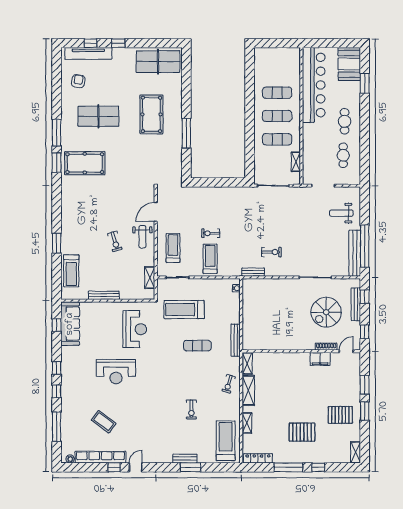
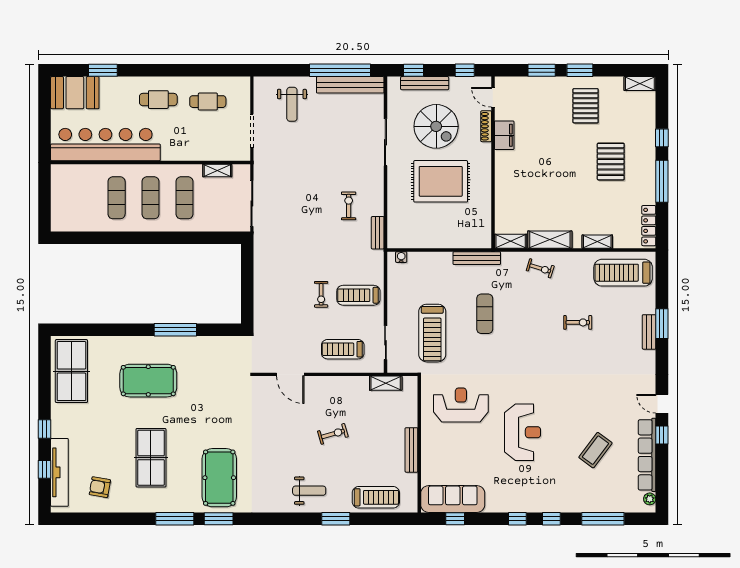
weight bench: (142, 237) -> (309, 491), moved
rug: (288, 315) -> (441, 181), added

